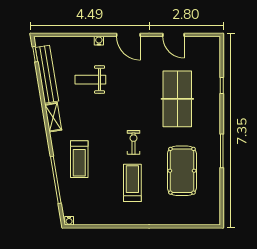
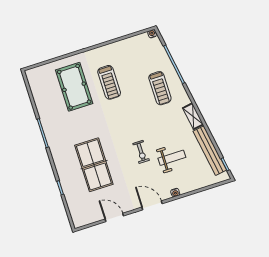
exercise bike: (134, 142) -> (141, 152), moved
treadmill: (79, 159) -> (160, 88), turned 180
pool table: (182, 171) -> (74, 87), moved

